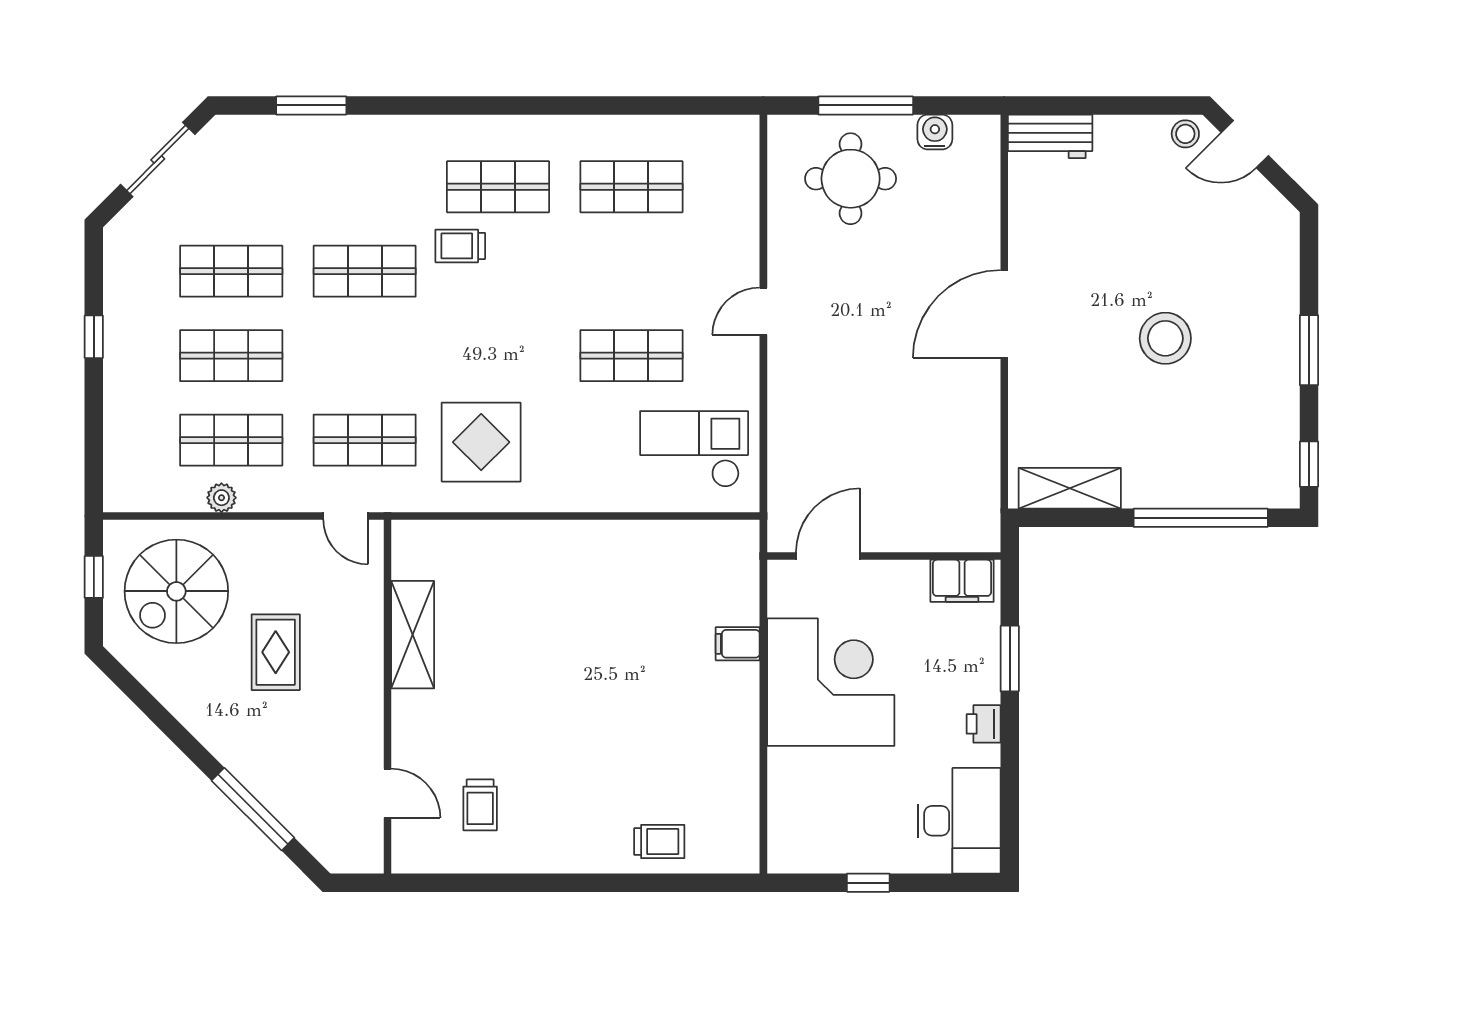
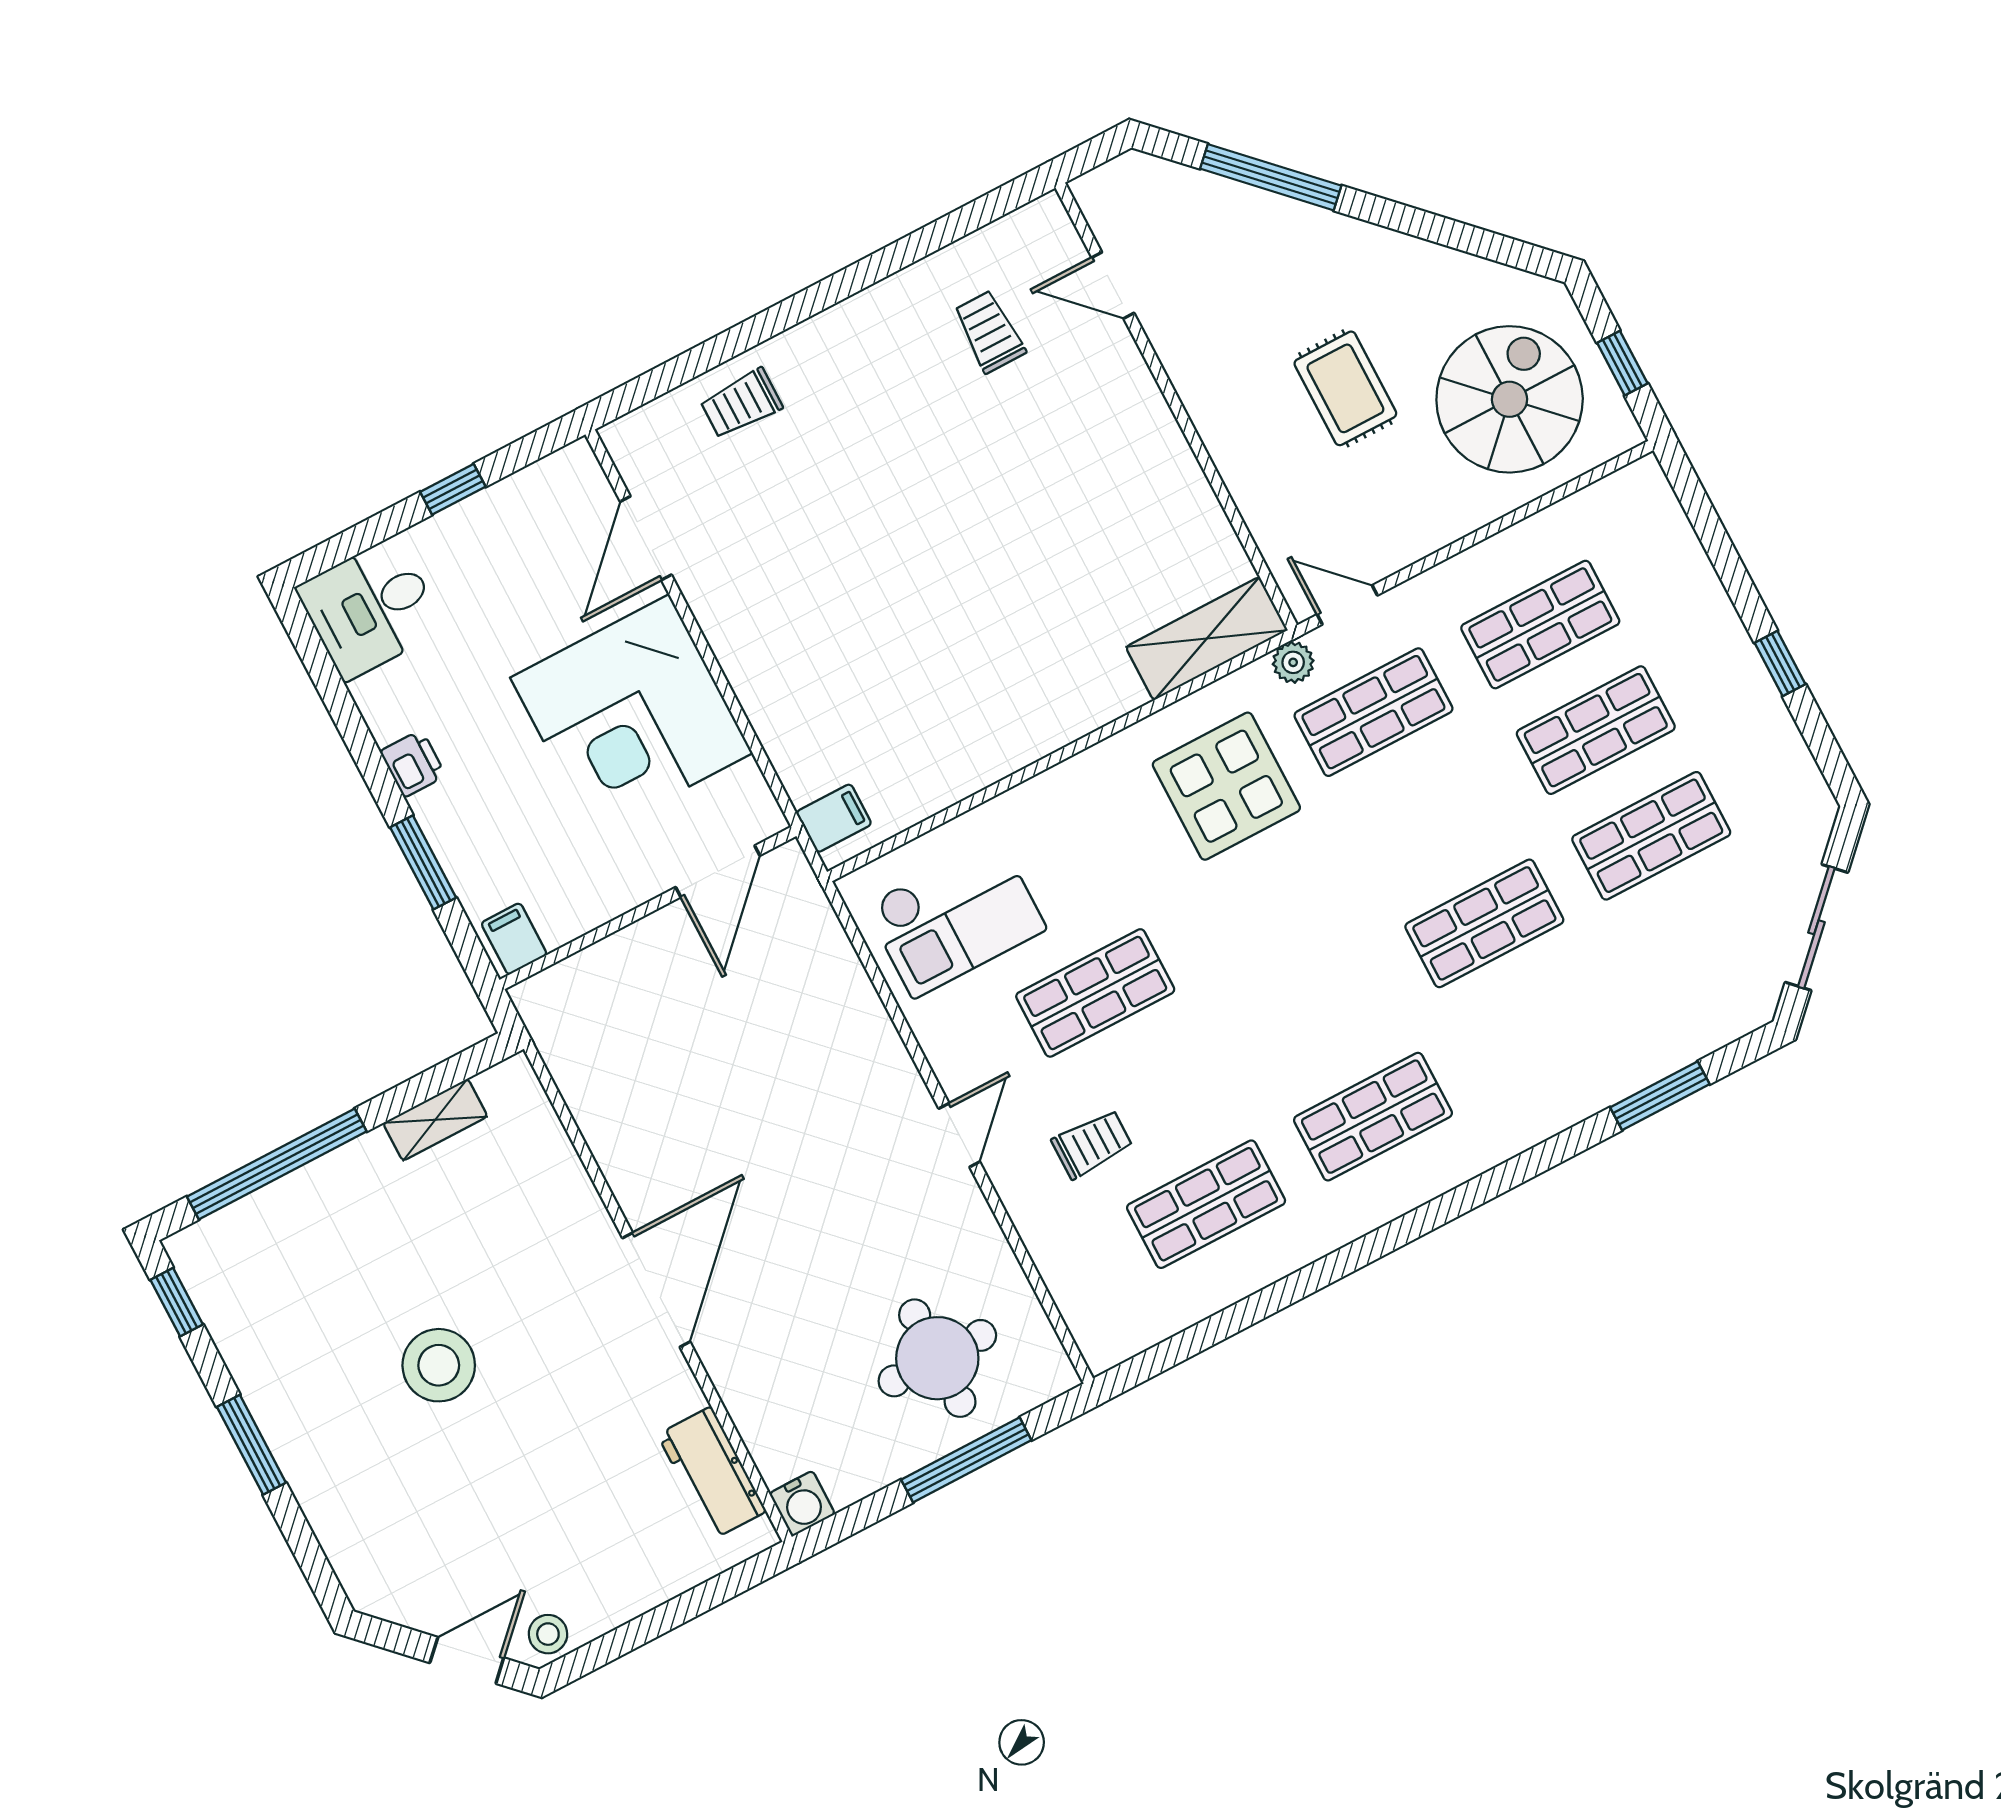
water cooler: (935, 132) -> (802, 1504), moved
workbench: (1050, 136) -> (712, 1473), moved, turned -90
trolley: (460, 246) -> (1092, 1144), moved
shelving: (1070, 488) -> (435, 1120), width x0.67, depth x0.75
plant: (221, 498) -> (1293, 662), moved
filing cabinet: (962, 581) -> (514, 939), width x0.50
shelving: (413, 635) -> (1207, 639), moved, turned 90
filing cabinet: (738, 644) -> (834, 818), moved
door: (763, 789) -> (646, 538), added
desk: (959, 821) -> (371, 608), width x0.73

